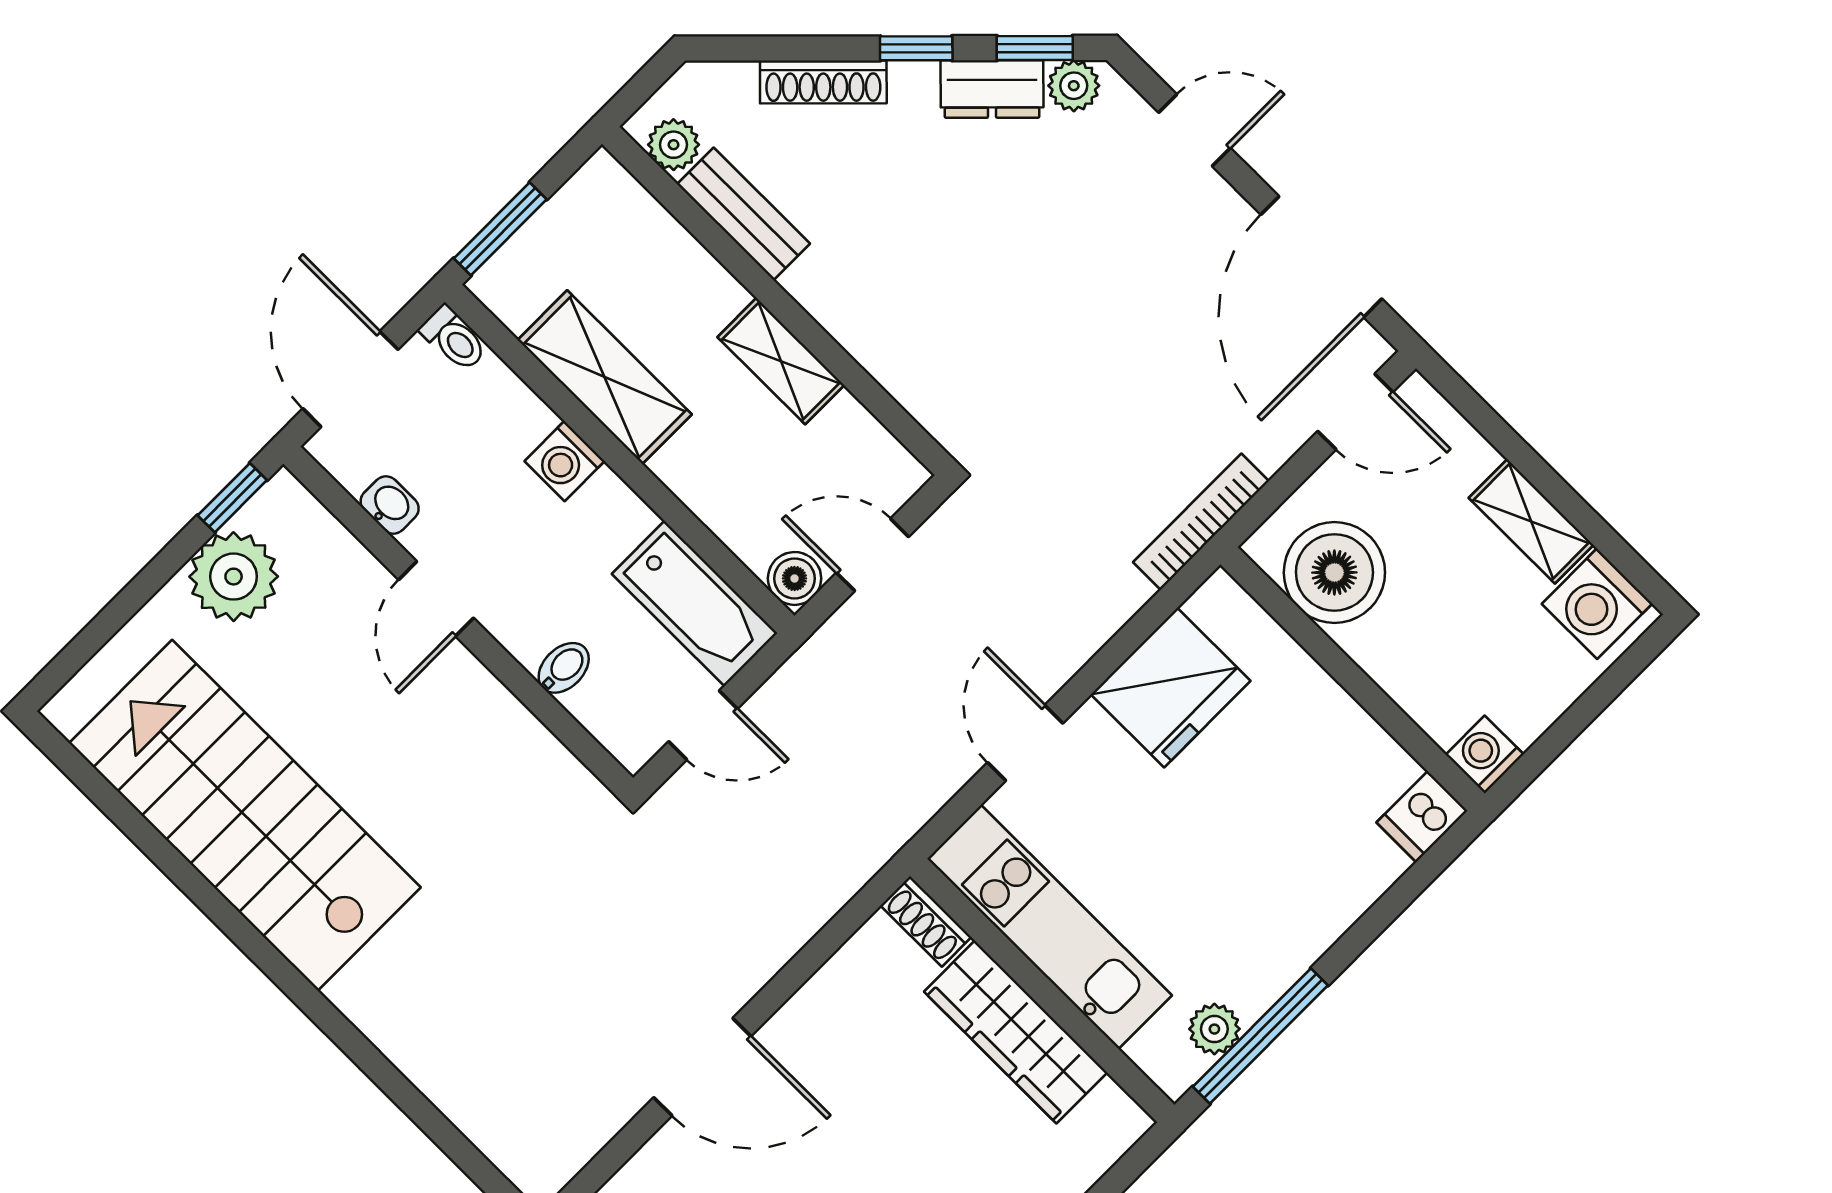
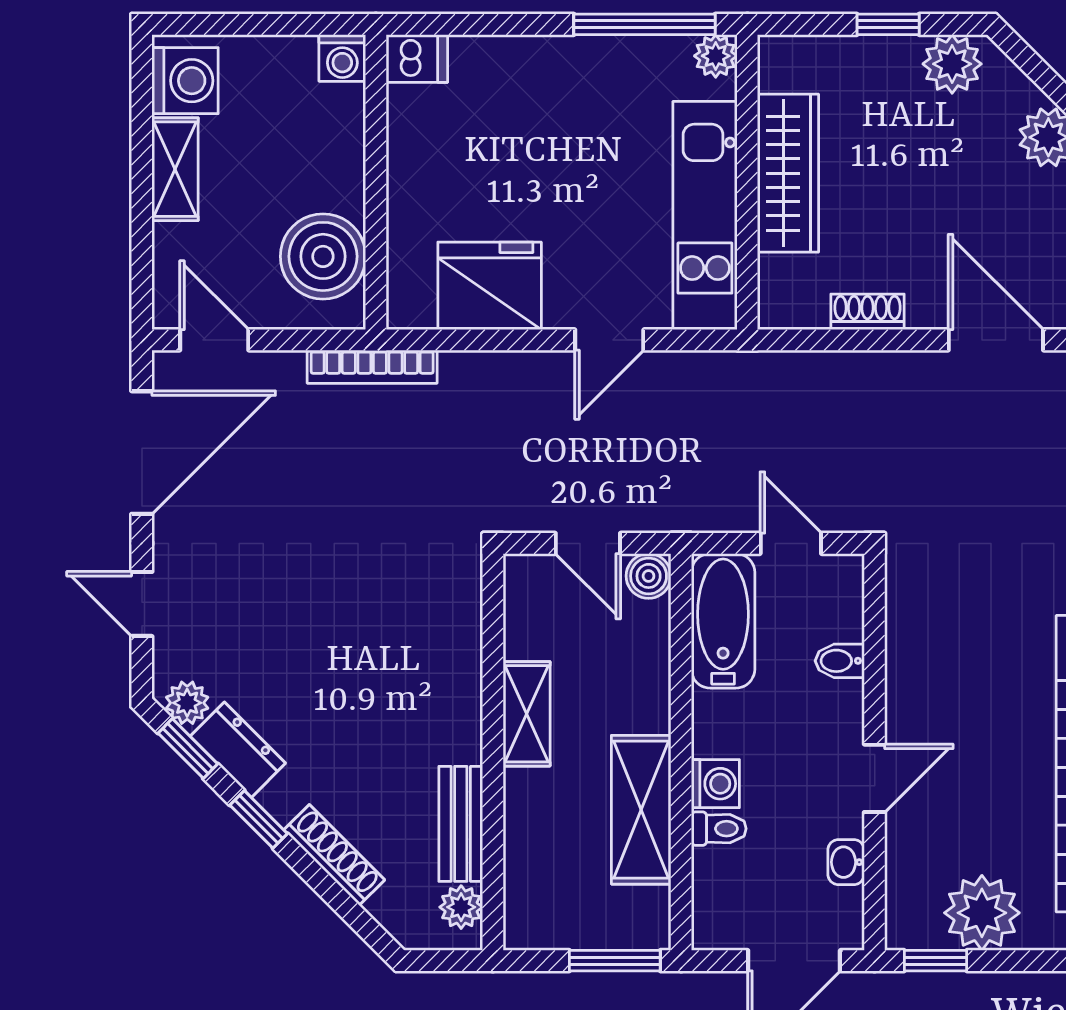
toilet: (454, 339) -> (719, 829), moved, turned 90
shoe rack: (926, 921) -> (868, 312), moved, turned -90
plant: (1214, 1029) -> (716, 56), moved

